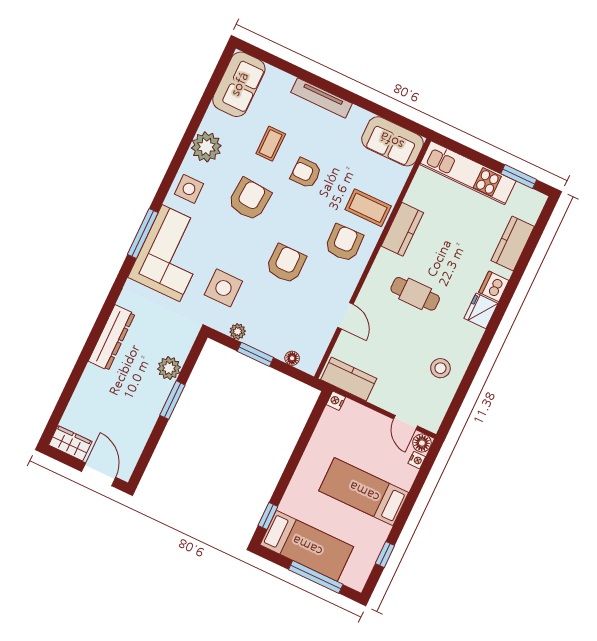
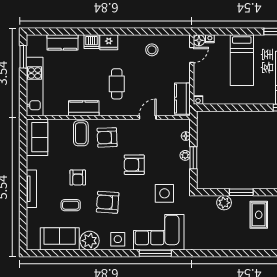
sofa: (239, 84) -> (60, 239), moved
plant: (238, 332) -> (185, 155), moved
dresser: (112, 338) -> (222, 243), removed
rug: (128, 410) -> (259, 215), added

